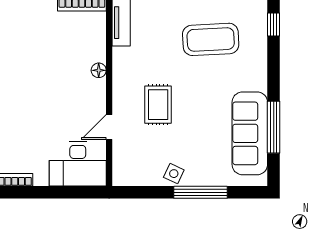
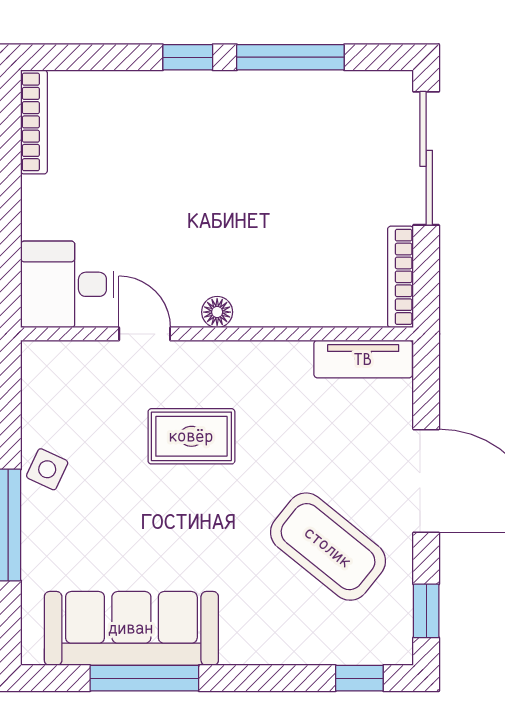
coffee table: (211, 39) -> (328, 547), turned -48
floor lamp: (99, 70) -> (217, 312), moved
desk: (78, 164) -> (67, 284), width x0.73

